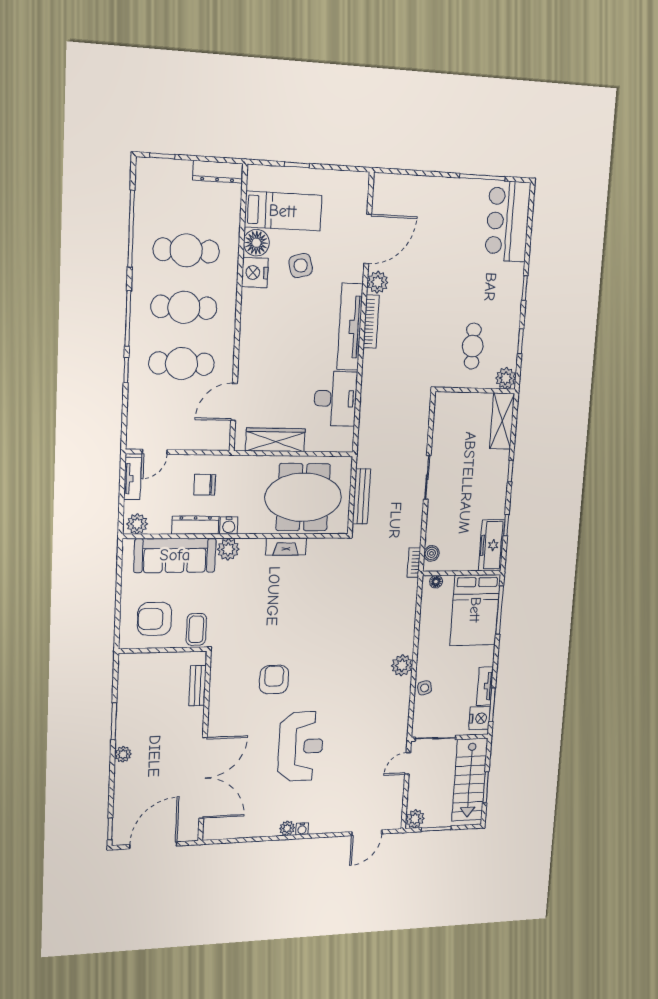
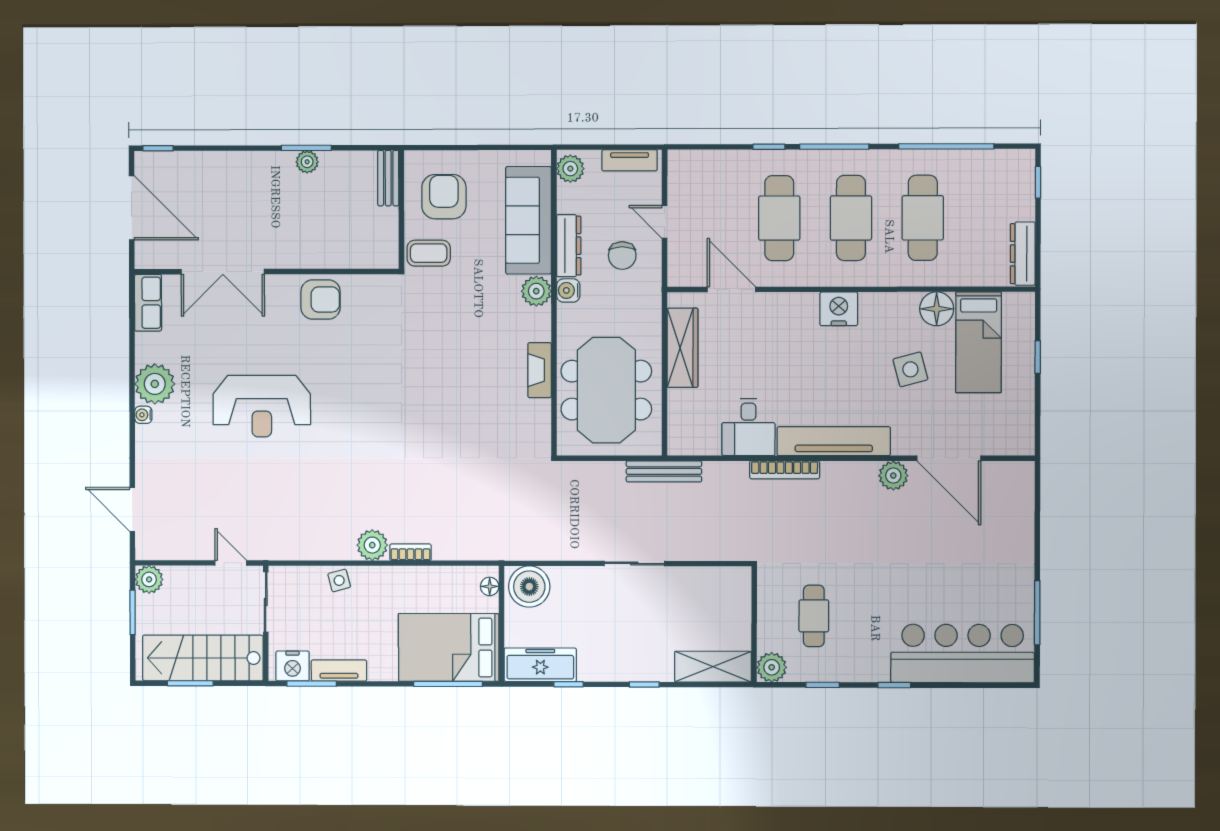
bar counter: (508, 221) -> (963, 653), width x1.36
nightstand: (255, 273) -> (839, 309), moved
bookcase: (371, 322) -> (785, 470), moved
cafe table: (473, 346) -> (814, 616), turned 90
desk: (336, 399) -> (748, 427), width x0.73
door: (155, 452) -> (665, 222), moved
chair: (205, 485) -> (622, 256), turned 180
bench: (361, 496) -> (664, 471), moved
boiler: (431, 553) -> (529, 587), width x1.86, depth x1.86
bookcase: (414, 563) -> (410, 552), moved
armchair: (274, 680) -> (321, 299), moved
bench: (198, 686) -> (388, 178), moved, turned 90
plant: (123, 754) -> (307, 162), moved
double door: (203, 778) -> (223, 272), width x0.73
plant: (287, 828) -> (155, 384), width x1.87, depth x1.87
row of seats: (223, 830) -> (148, 303), added

